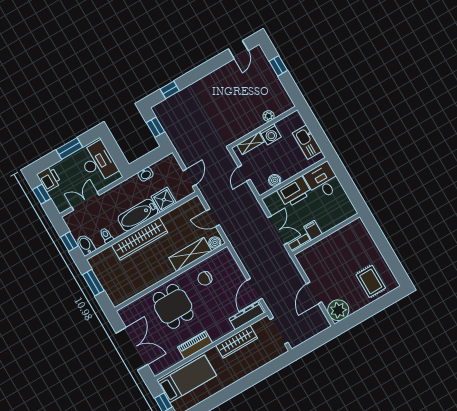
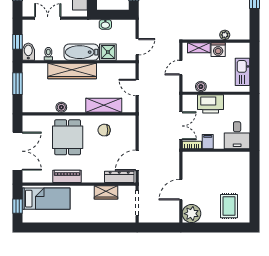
desk: (323, 181) -> (237, 135), moved, turned 180
boiler: (215, 243) -> (61, 107), moved
wardrobe: (237, 342) -> (106, 192), width x0.67

